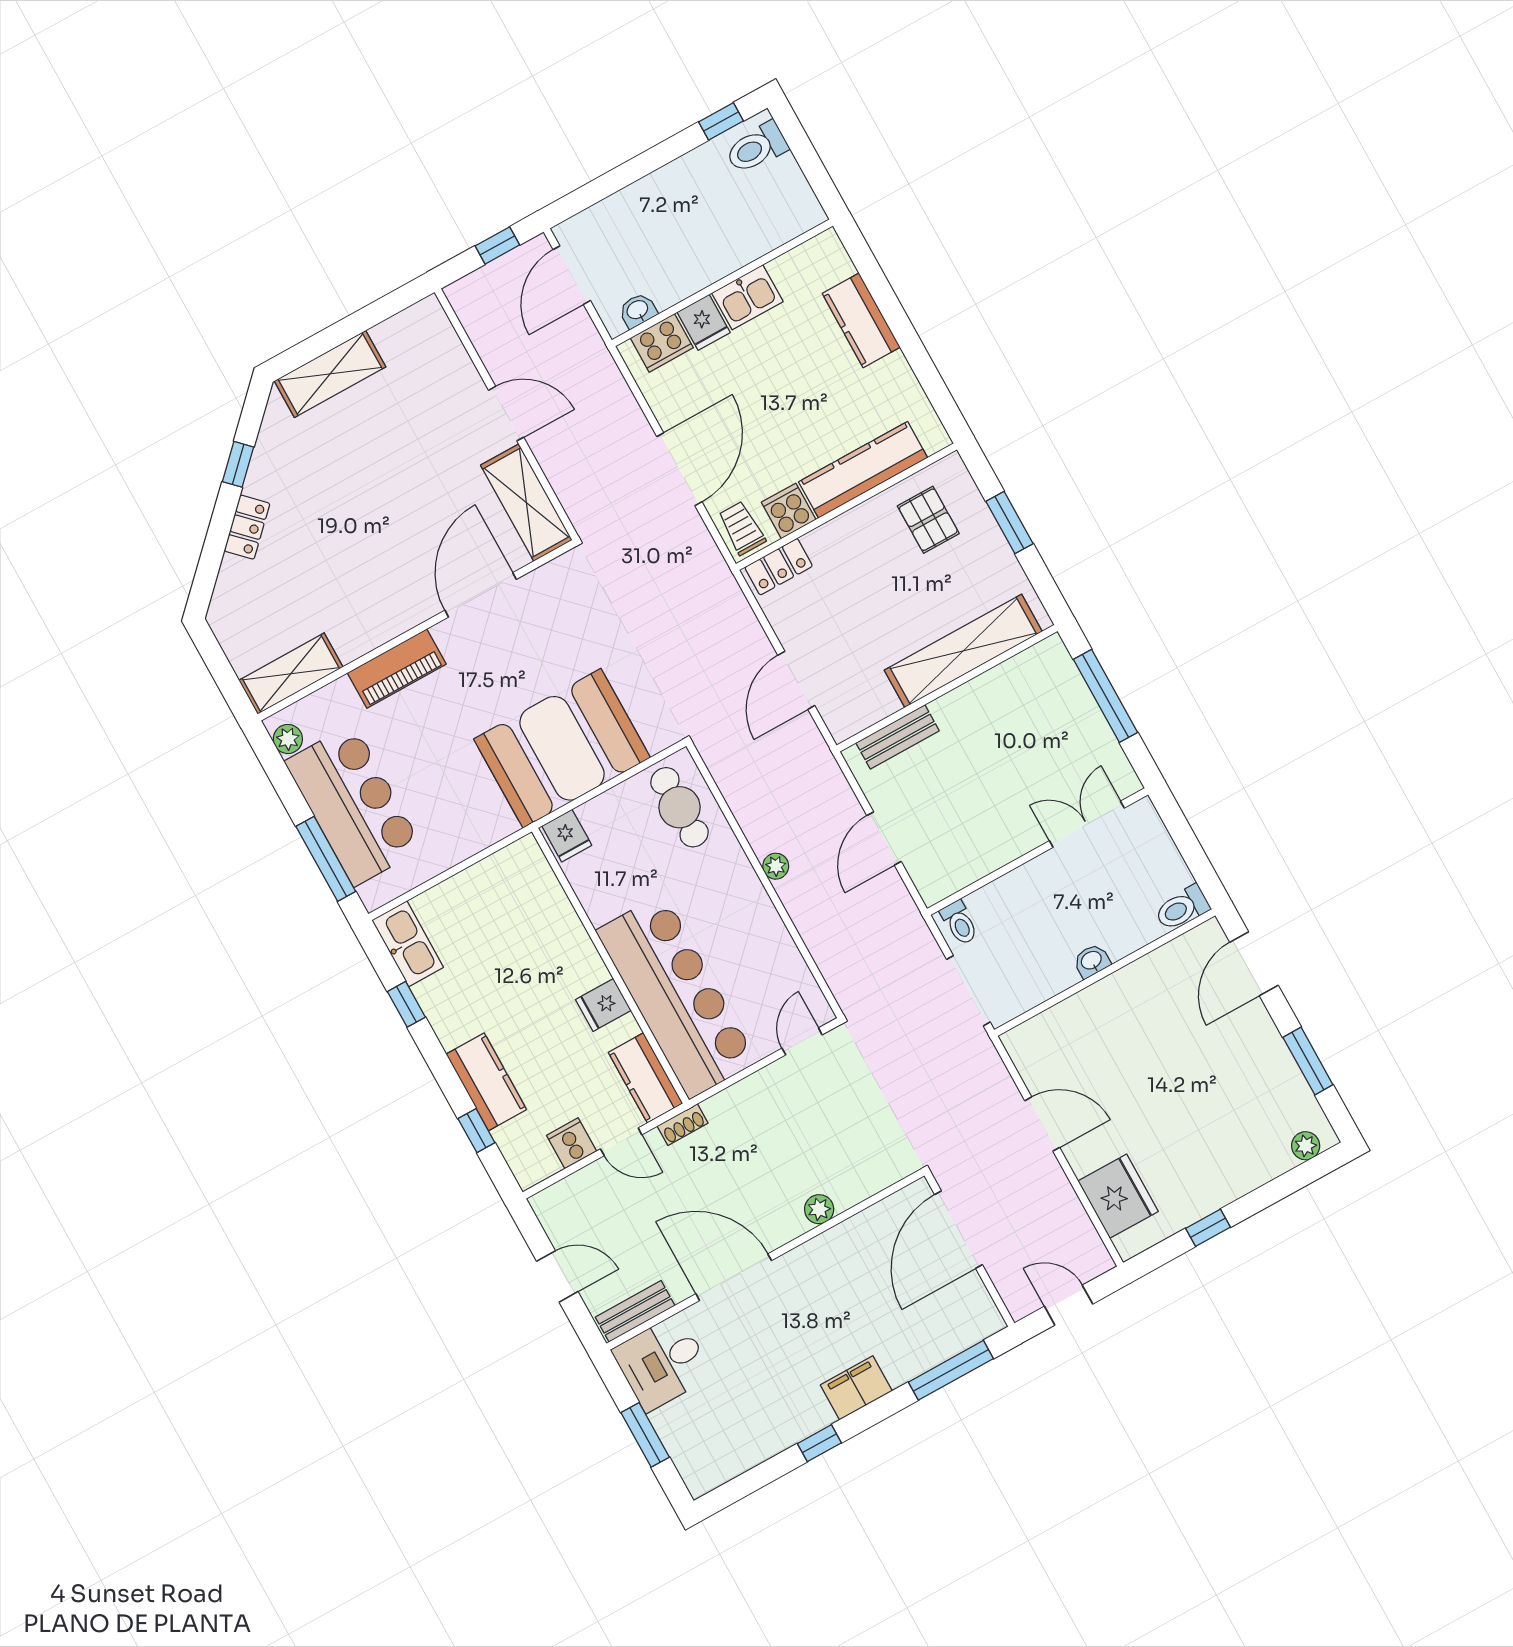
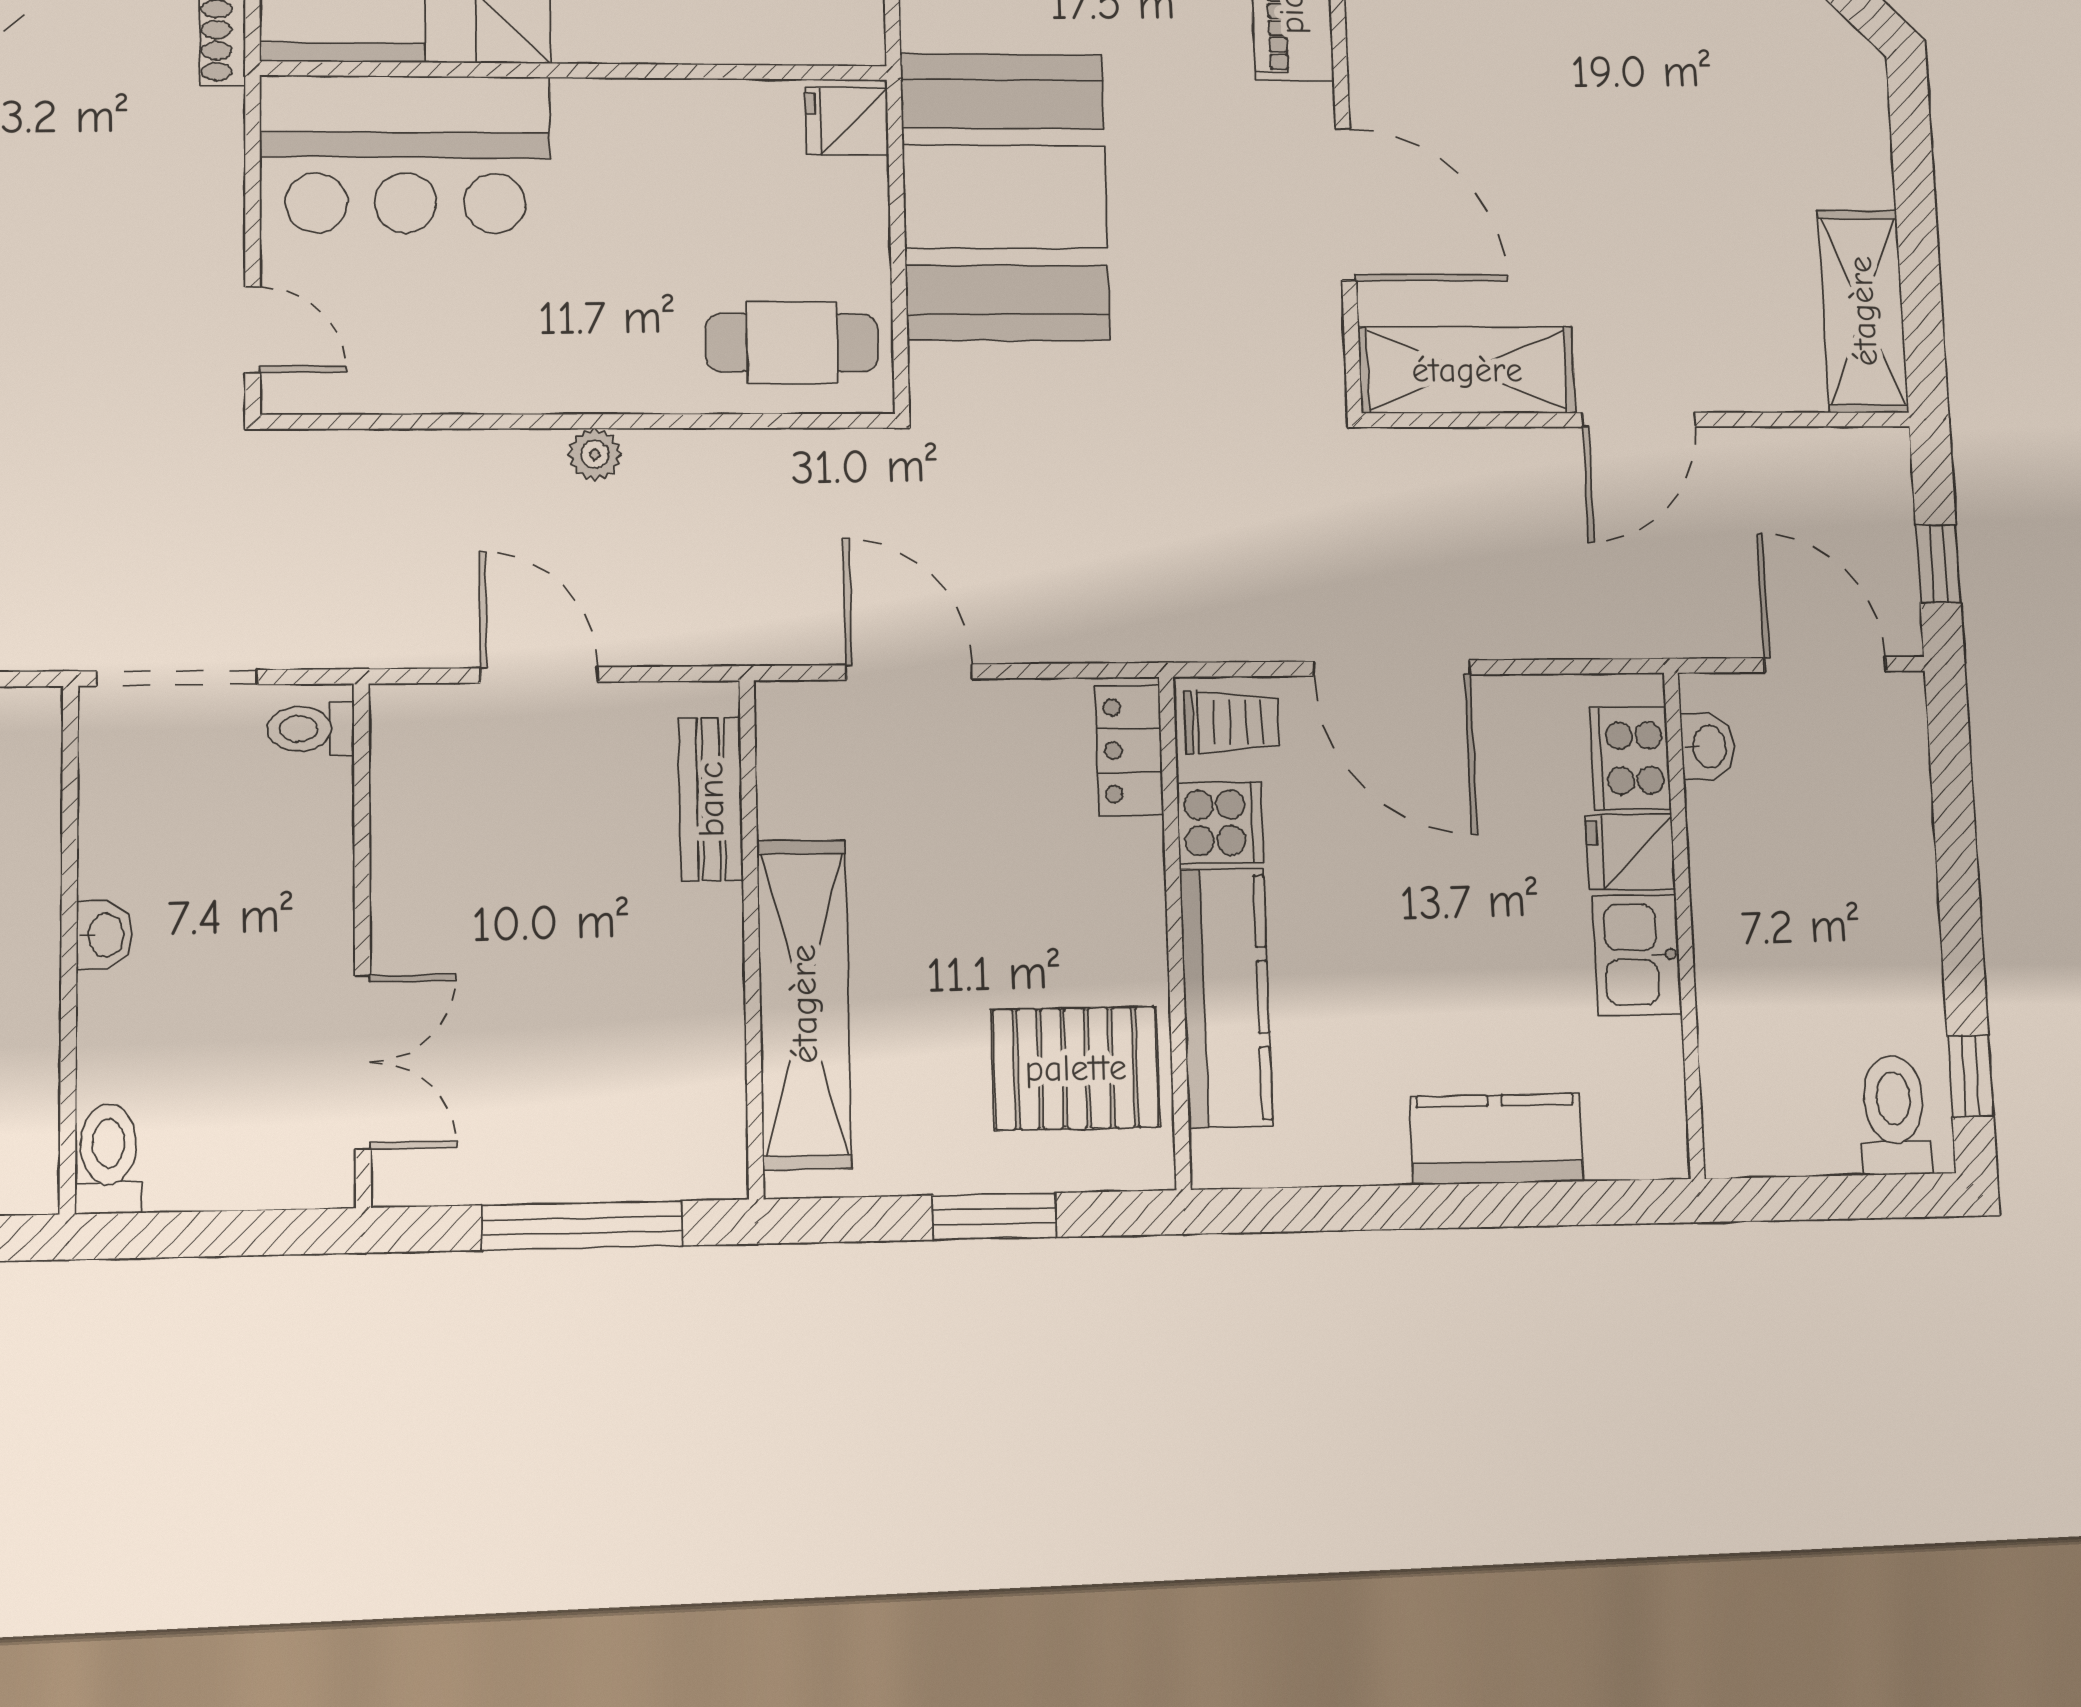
shelving: (330, 374) -> (1863, 311), moved
pallet: (928, 520) -> (1076, 1068), width x1.50, depth x1.42
bar counter: (676, 996) -> (405, 154), width x0.73

